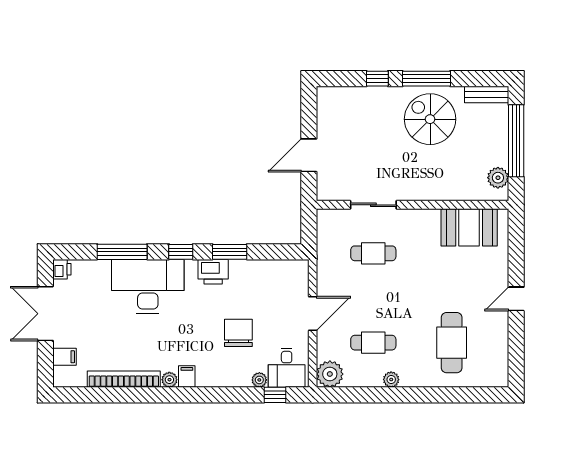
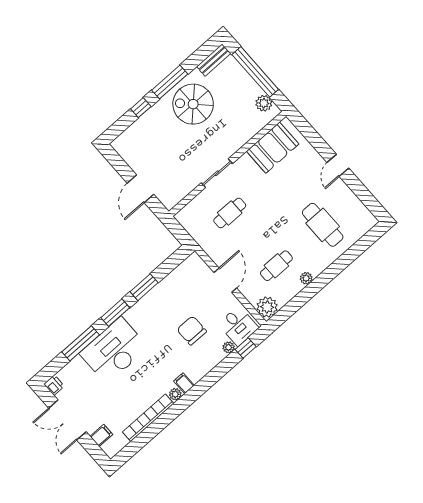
sliding door: (373, 205) -> (217, 173), moved
window: (181, 252) -> (115, 313), width x1.50
printer: (213, 272) -> (145, 308), removed

